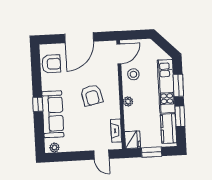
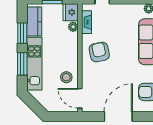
door: (119, 54) -> (80, 98), hinge flipped
armchair: (92, 95) -> (99, 52), moved
plant: (128, 101) -> (73, 27), moved

